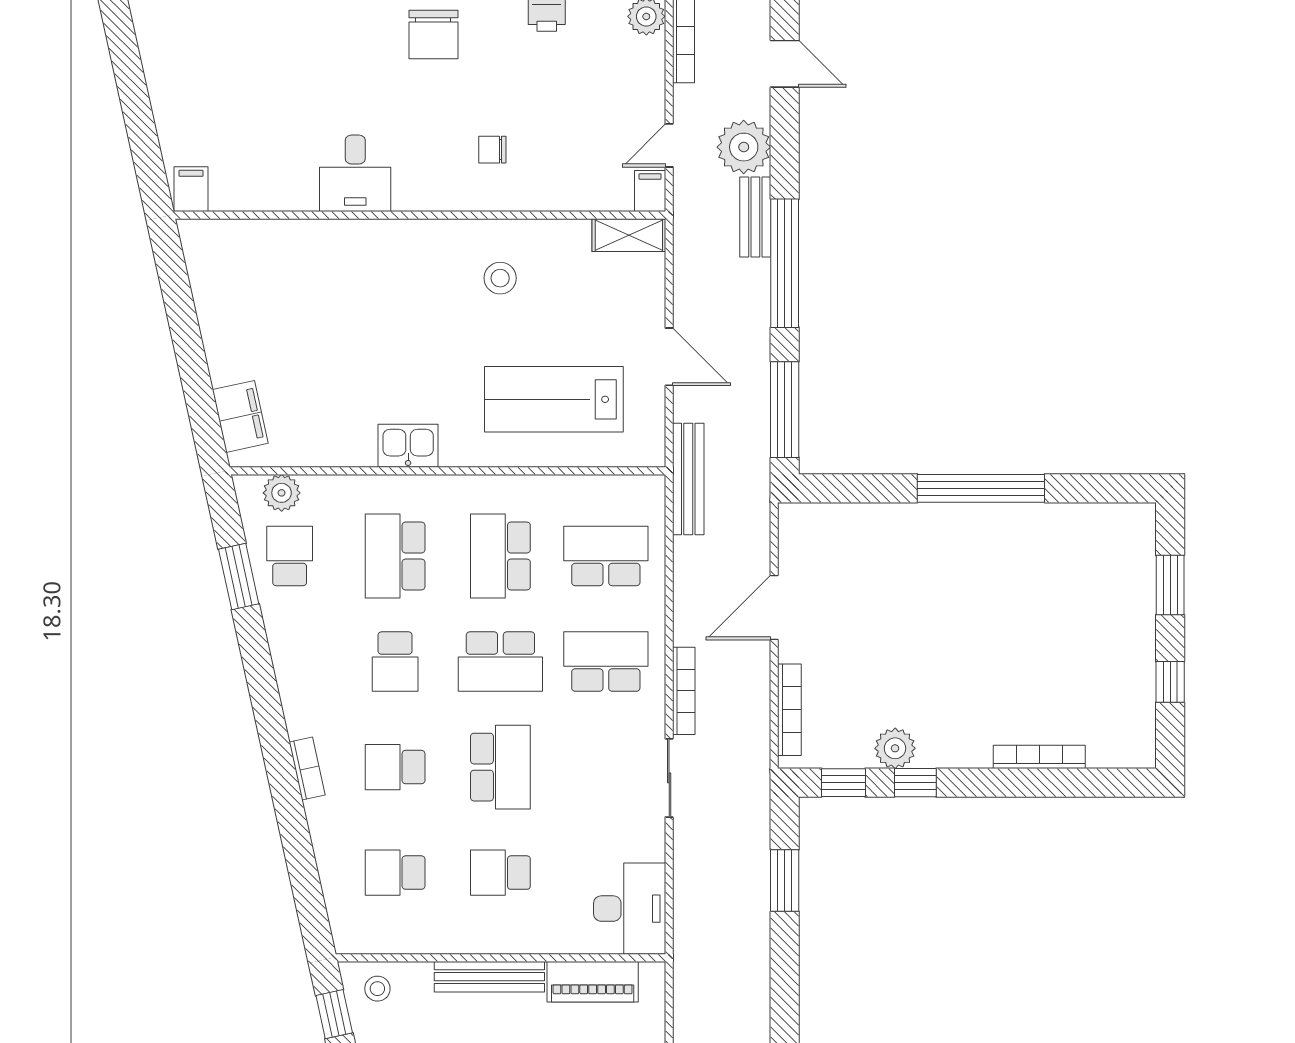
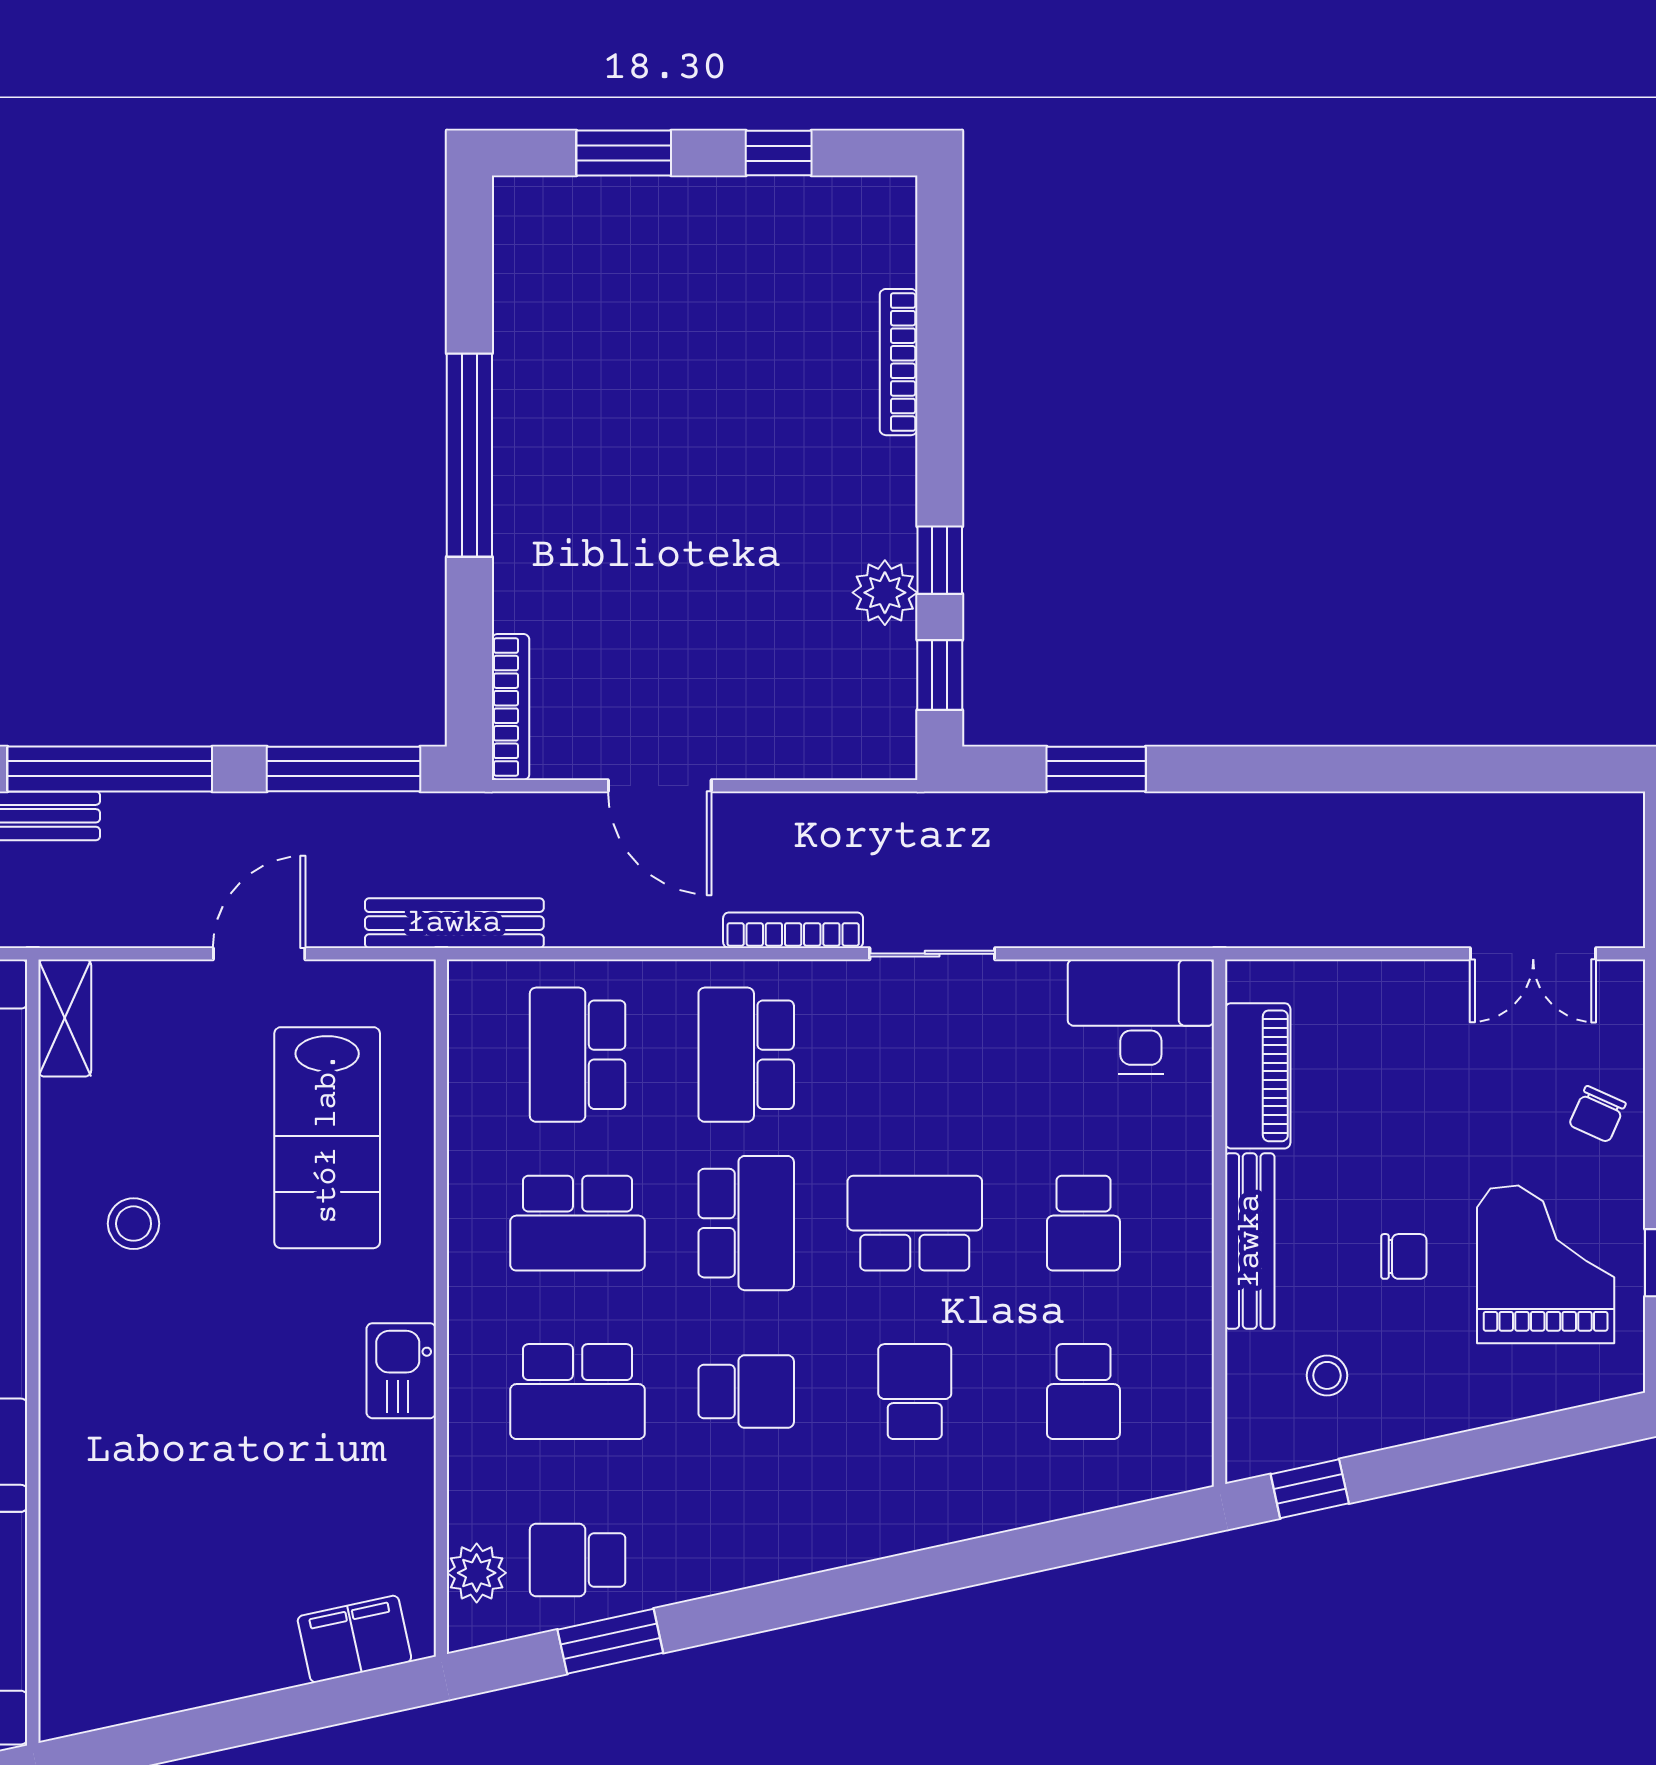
bookcase: (789, 710) -> (510, 707), moved, turned 90
school desk: (395, 767) -> (915, 1392), turned 180
bookcase: (307, 768) -> (917, 1532), removed
stool: (377, 989) -> (1327, 1375), moved

